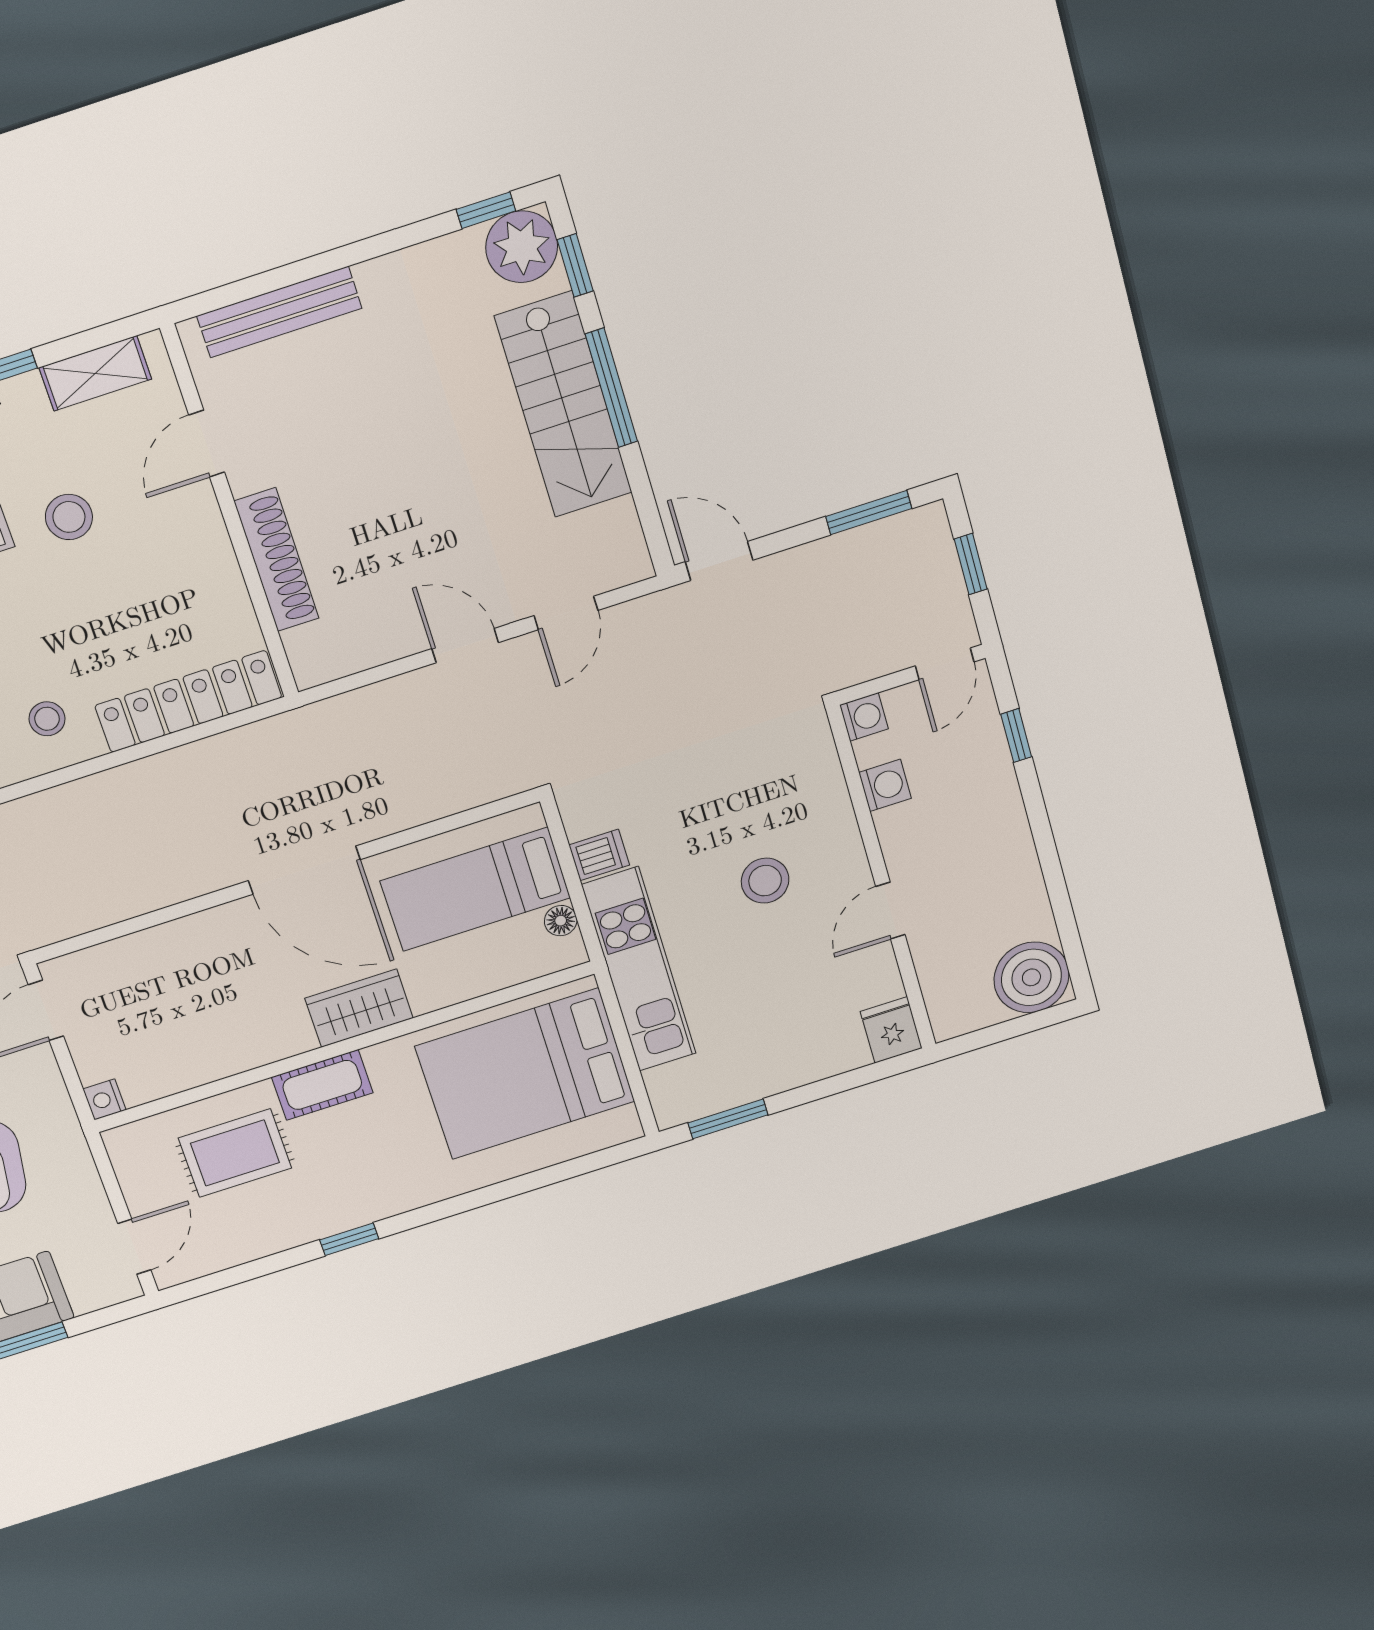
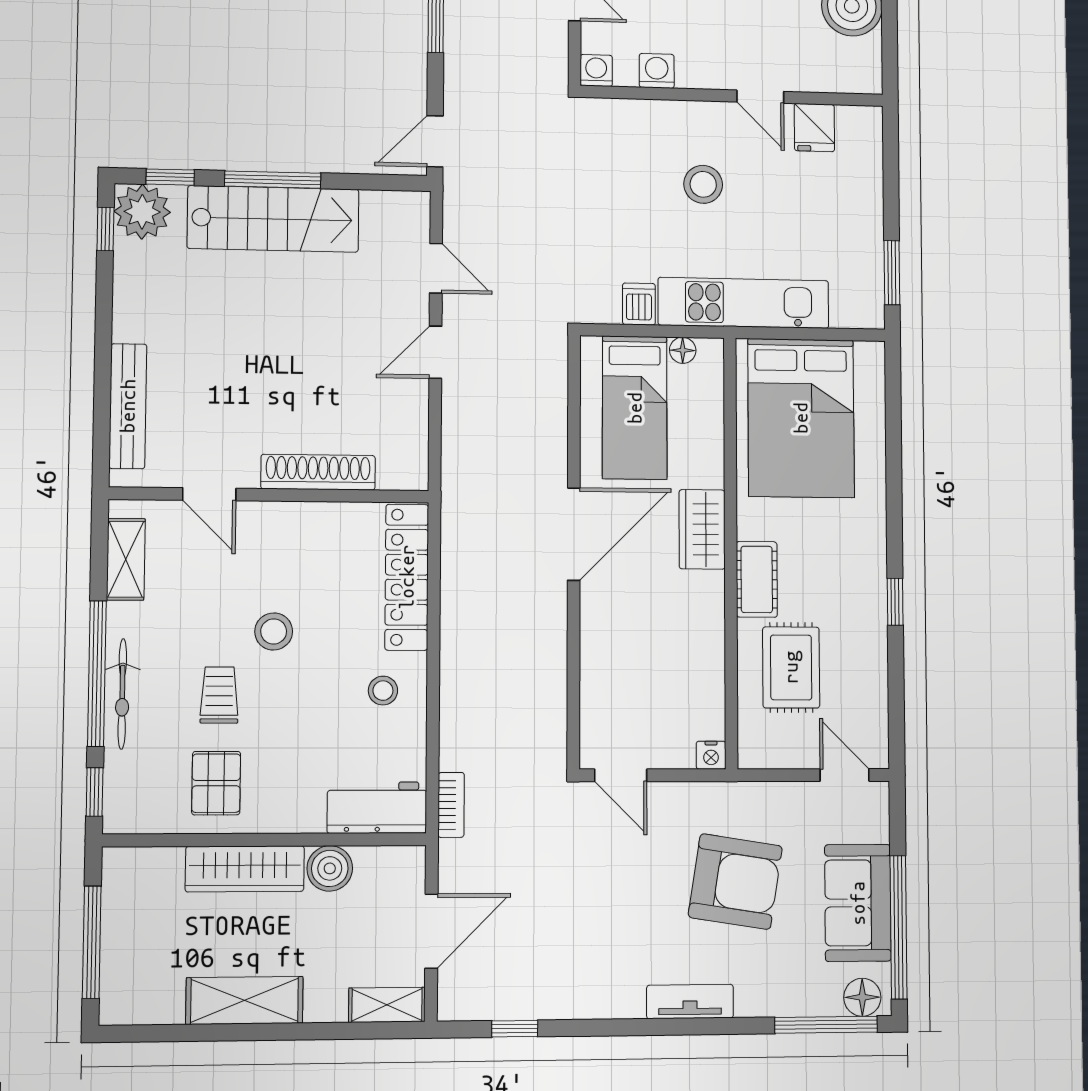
stool: (69, 517) -> (274, 631), moved
fridge: (891, 1030) -> (814, 128), moved, turned -90

